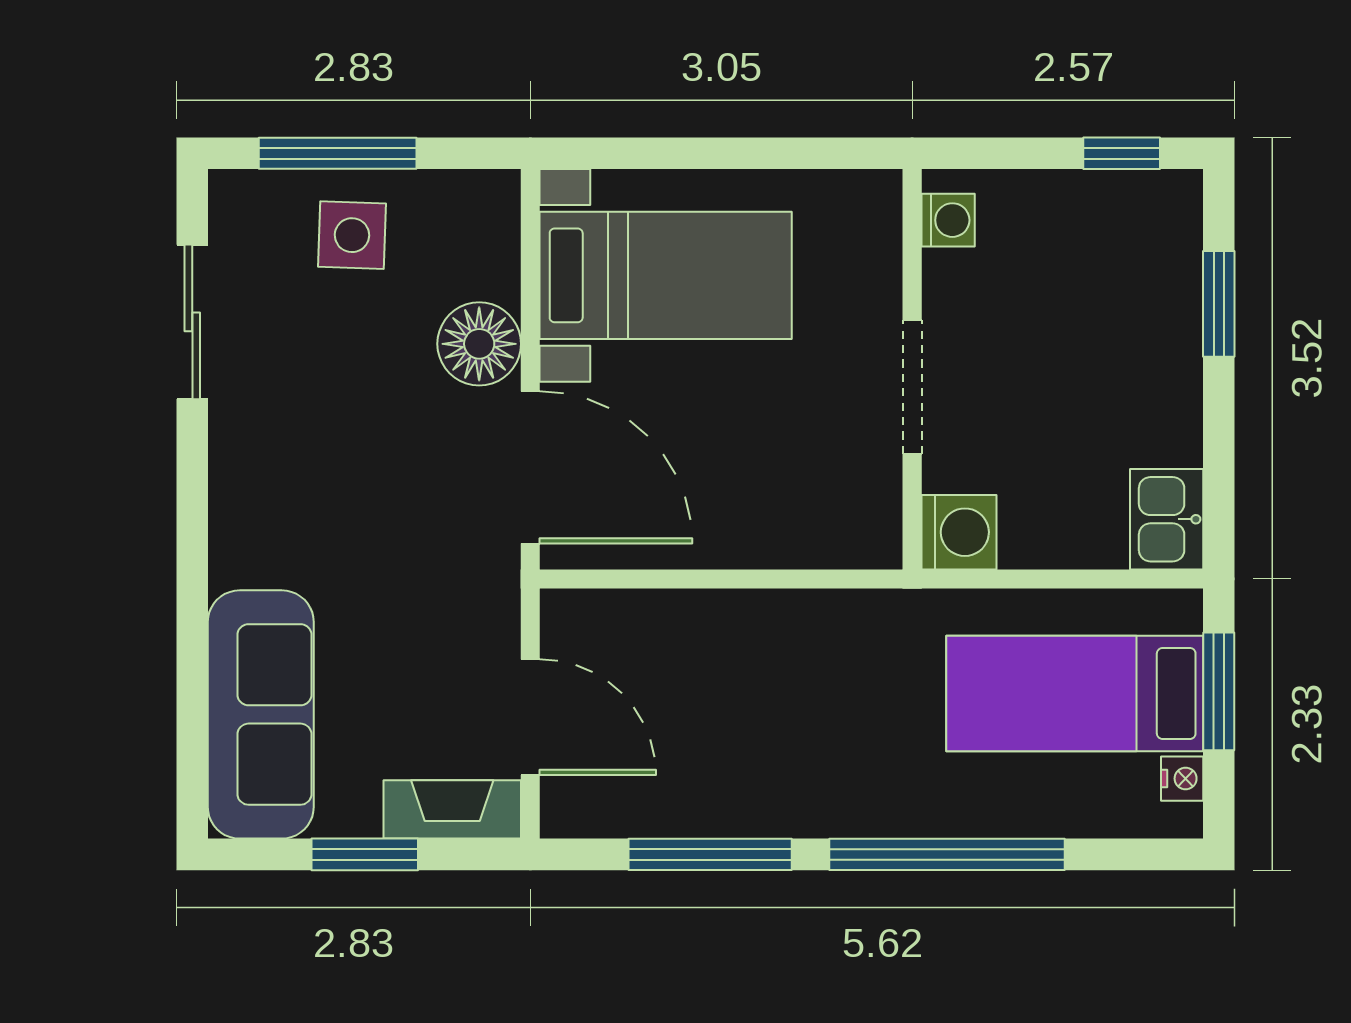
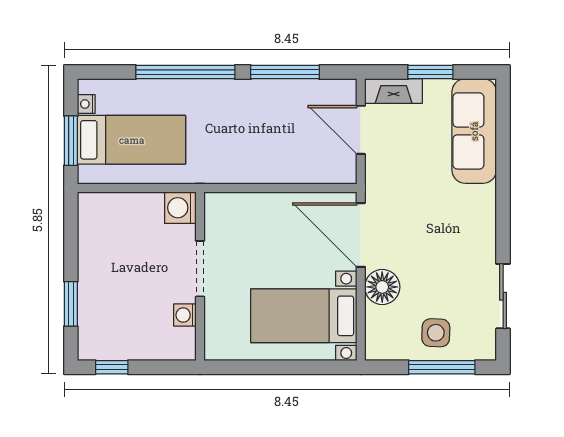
washing machine: (948, 220) -> (185, 315), moved
kitchen sink: (1167, 519) -> (93, 213), removed

